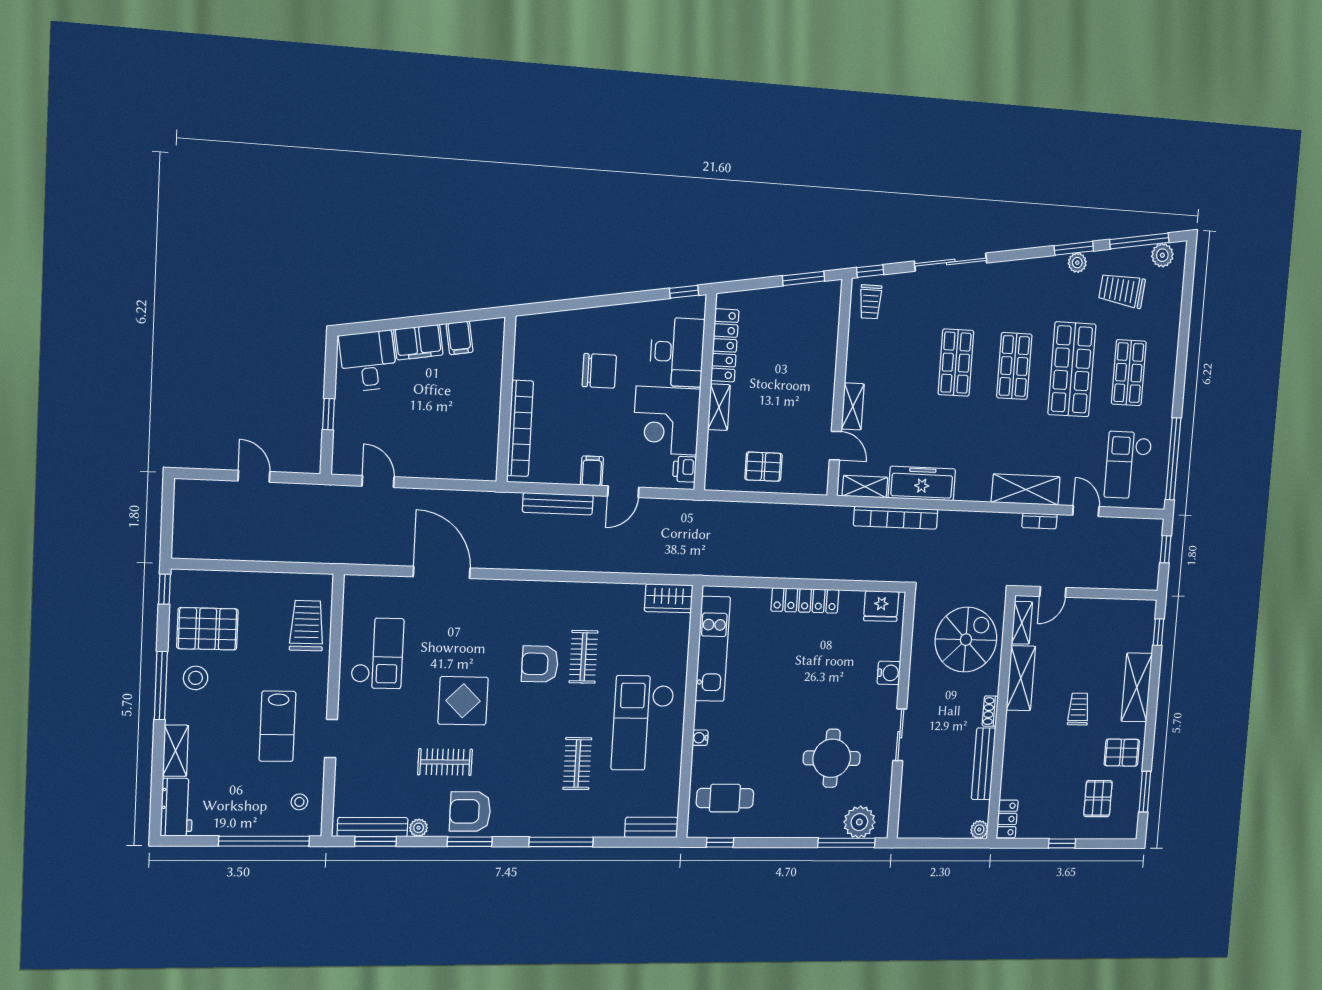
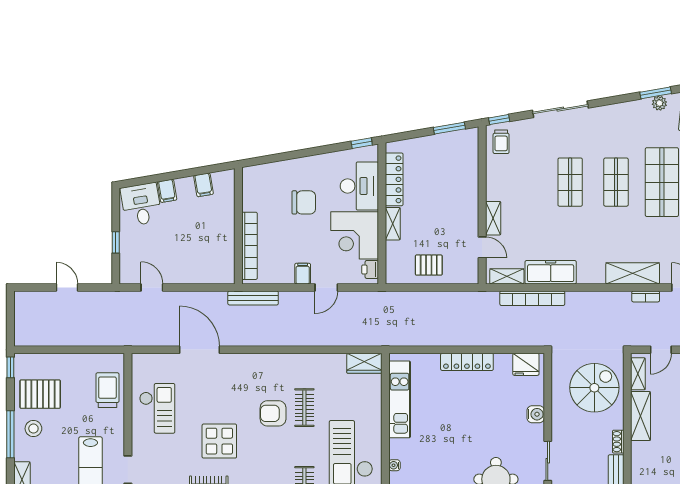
filing cabinet: (418, 342) -> (167, 191), width x0.50
bench: (558, 504) -> (253, 298), moved

